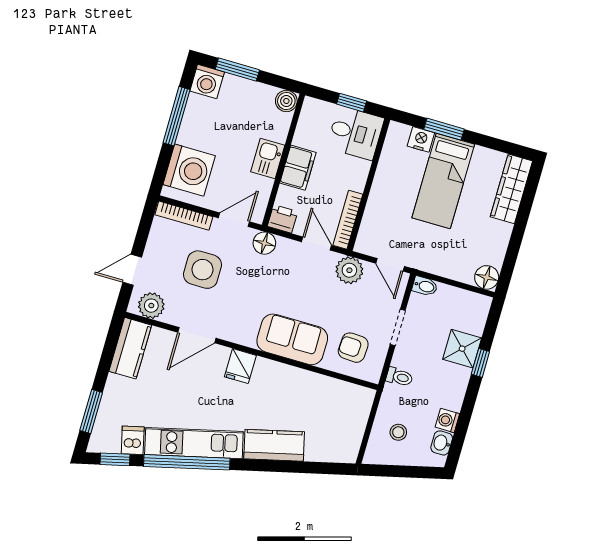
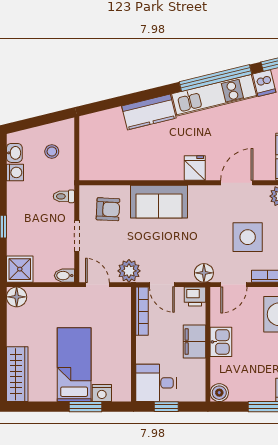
shower: (462, 349) -> (20, 269), moved

